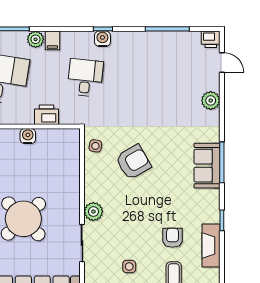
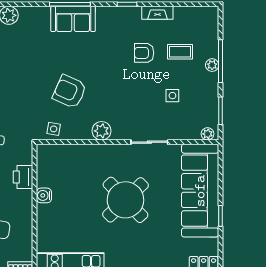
armchair: (133, 162) -> (70, 92), turned -36
plant: (93, 212) -> (102, 131), moved
fireplace: (211, 245) -> (157, 13), width x0.73, depth x0.76

